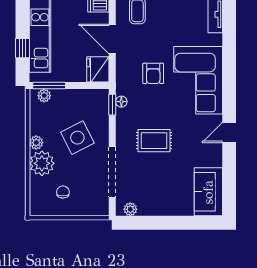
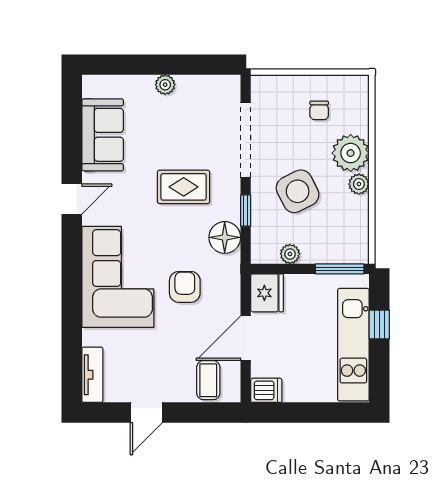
door: (112, 39) -> (246, 338), swing flipped
plant: (44, 96) -> (290, 254), moved
floor lamp: (121, 102) -> (225, 237), width x1.89, depth x1.89
window: (112, 105) -> (246, 211), moved
sofa: (208, 192) -> (103, 135), moved
plant: (130, 209) -> (165, 85), moved

